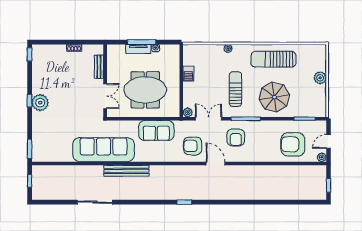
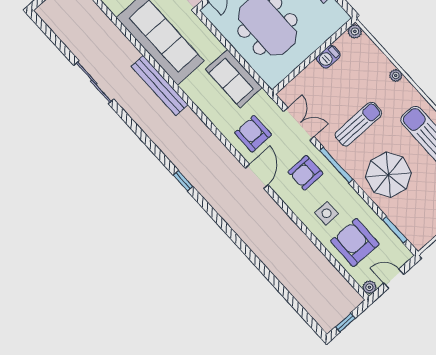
plant: (188, 112) -> (355, 31), moved
side table: (266, 145) -> (327, 213), added

